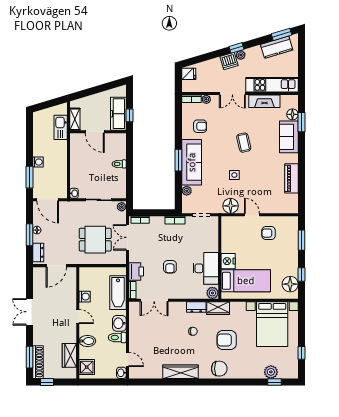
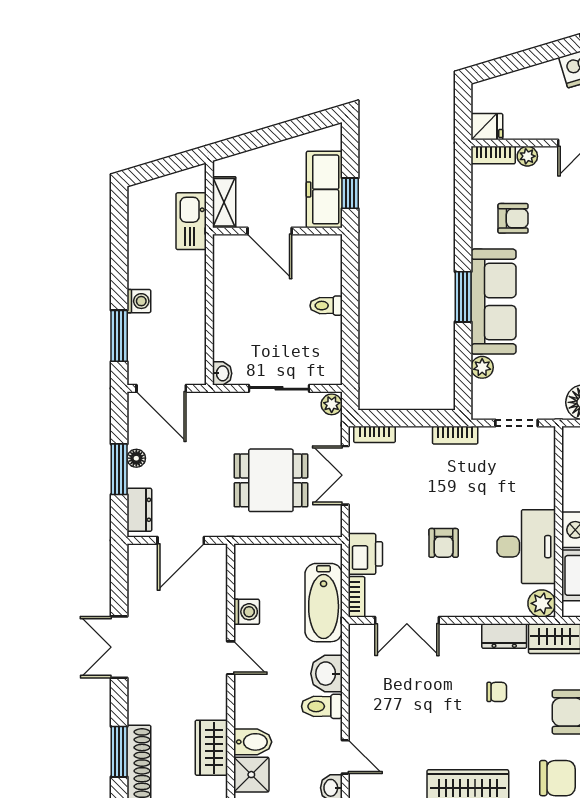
fridge: (189, 74) -> (487, 127), moved
bidet: (87, 341) -> (253, 742), moved

